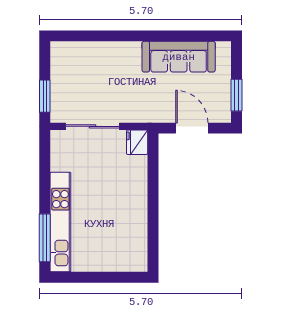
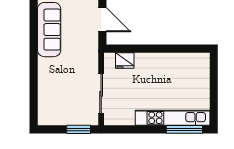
door: (192, 128) -> (102, 20), swing flipped
fridge: (137, 142) -> (125, 61), moved

